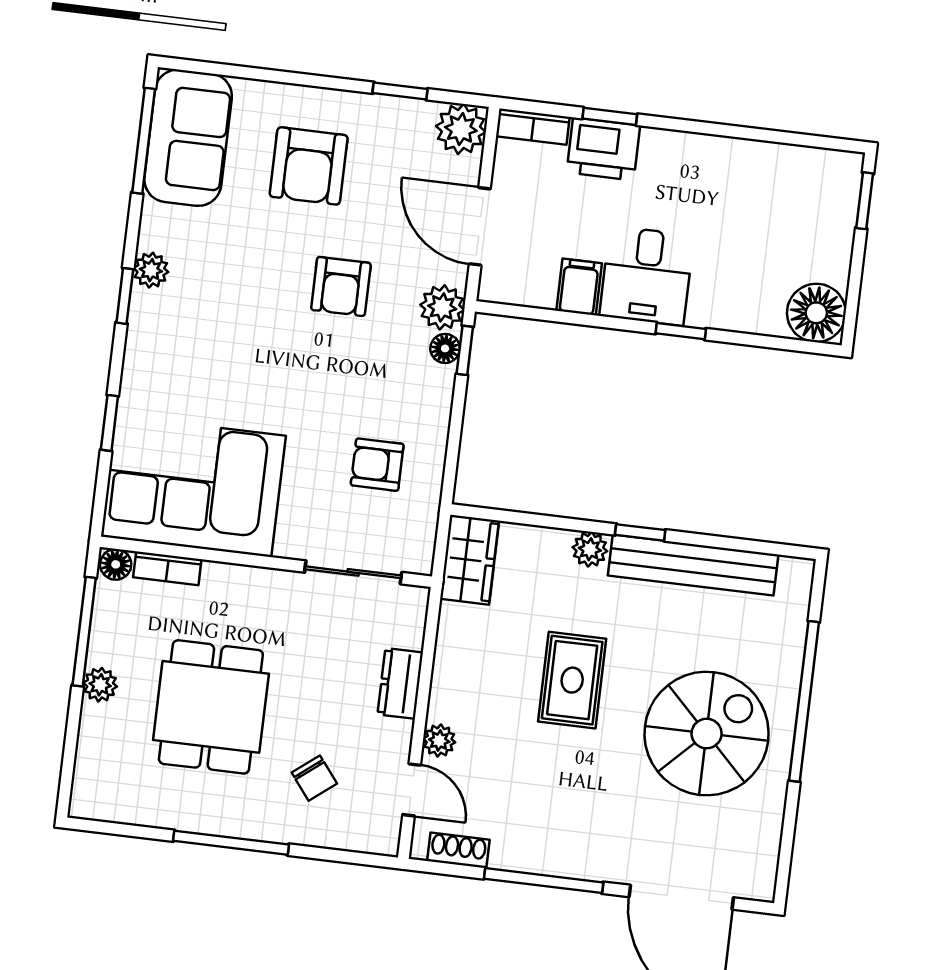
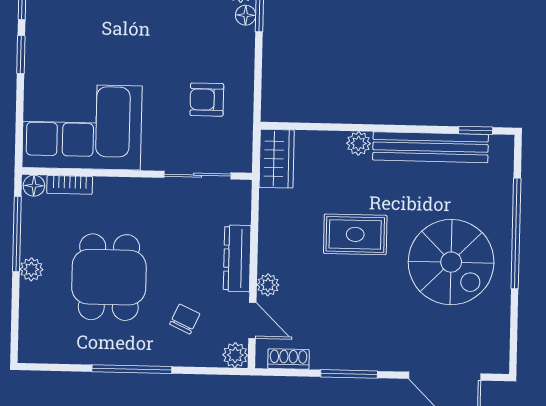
window: (109, 423) -> (21, 55), moved
window: (640, 532) -> (476, 130), moved
rug: (572, 680) -> (355, 234), turned 90
dresser: (400, 683) -> (237, 258), width x1.44
spiral stairs: (707, 734) -> (451, 262), turned 90
chair: (314, 778) -> (185, 319), turned -117
plant: (382, 837) -> (235, 355), added
window: (544, 881) -> (349, 374), width x0.69

